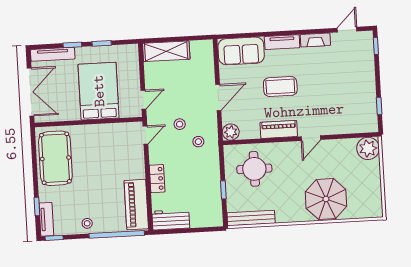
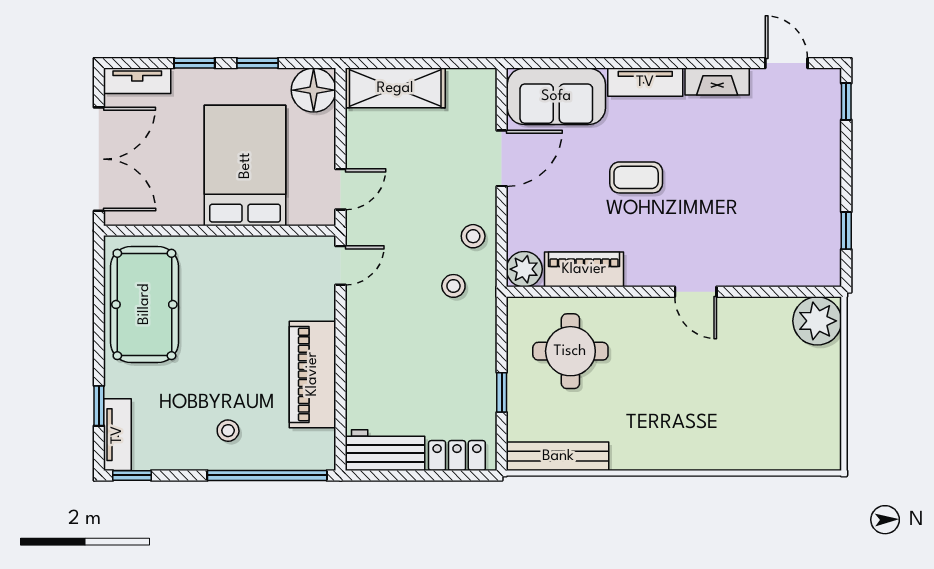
door: (347, 30) -> (786, 63), hinge flipped
tv unit: (53, 54) -> (137, 81), width x0.71
floor lamp: (128, 54) -> (314, 90), added
coffee table: (280, 87) -> (636, 177), width x0.73, depth x0.77
door: (218, 98) -> (502, 158), moved
stool: (180, 124) -> (473, 236), moved
piano: (279, 129) -> (584, 269), moved
door: (311, 138) -> (696, 292), hinge flipped
locker: (157, 179) -> (457, 456), moved, turned -90
parasol: (326, 199) -> (721, 424), removed
piano: (136, 205) -> (312, 374), moved
stool: (87, 223) -> (228, 431), moved

